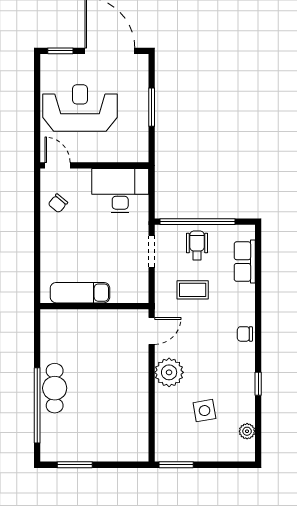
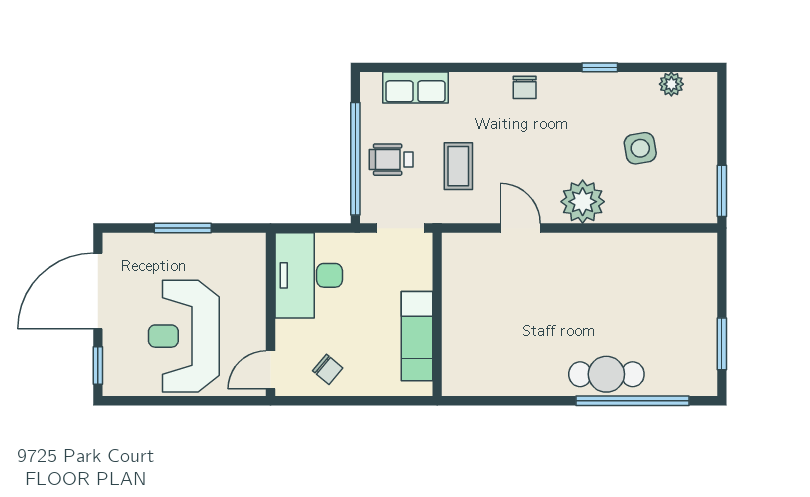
exam couch: (80, 293) -> (417, 336), moved
wall: (94, 306) -> (437, 314), moved

